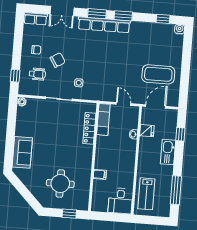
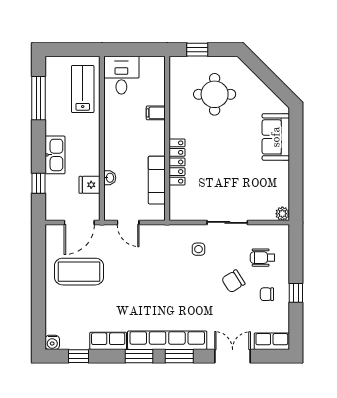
row of seats: (143, 27) -> (108, 341), added
window: (15, 76) -> (296, 293), moved
exam couch: (103, 119) -> (157, 180), moved
locker: (89, 128) -> (177, 162), moved

